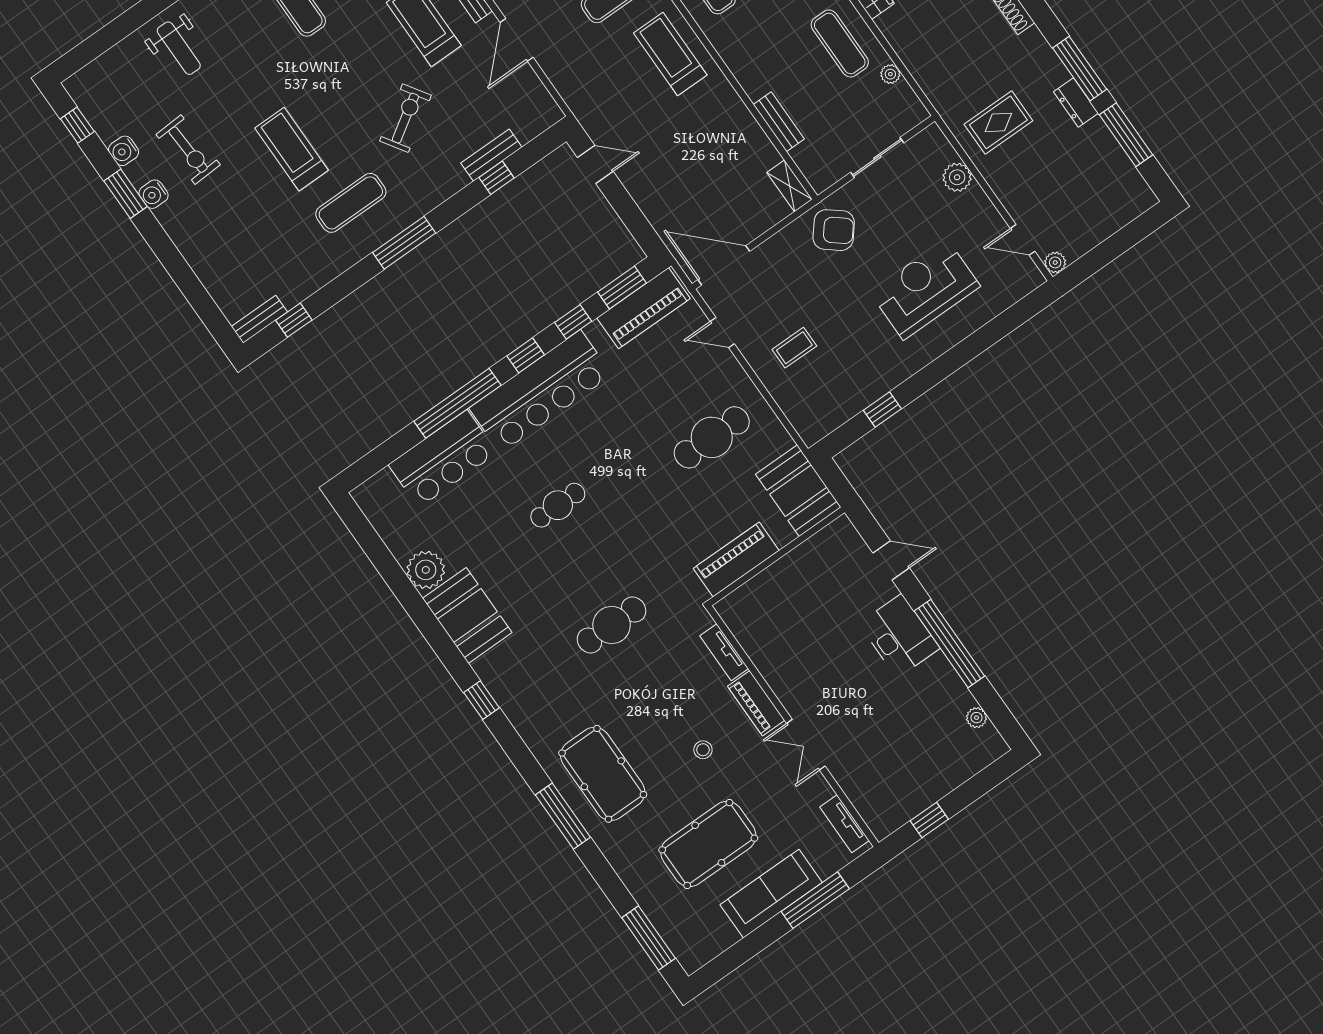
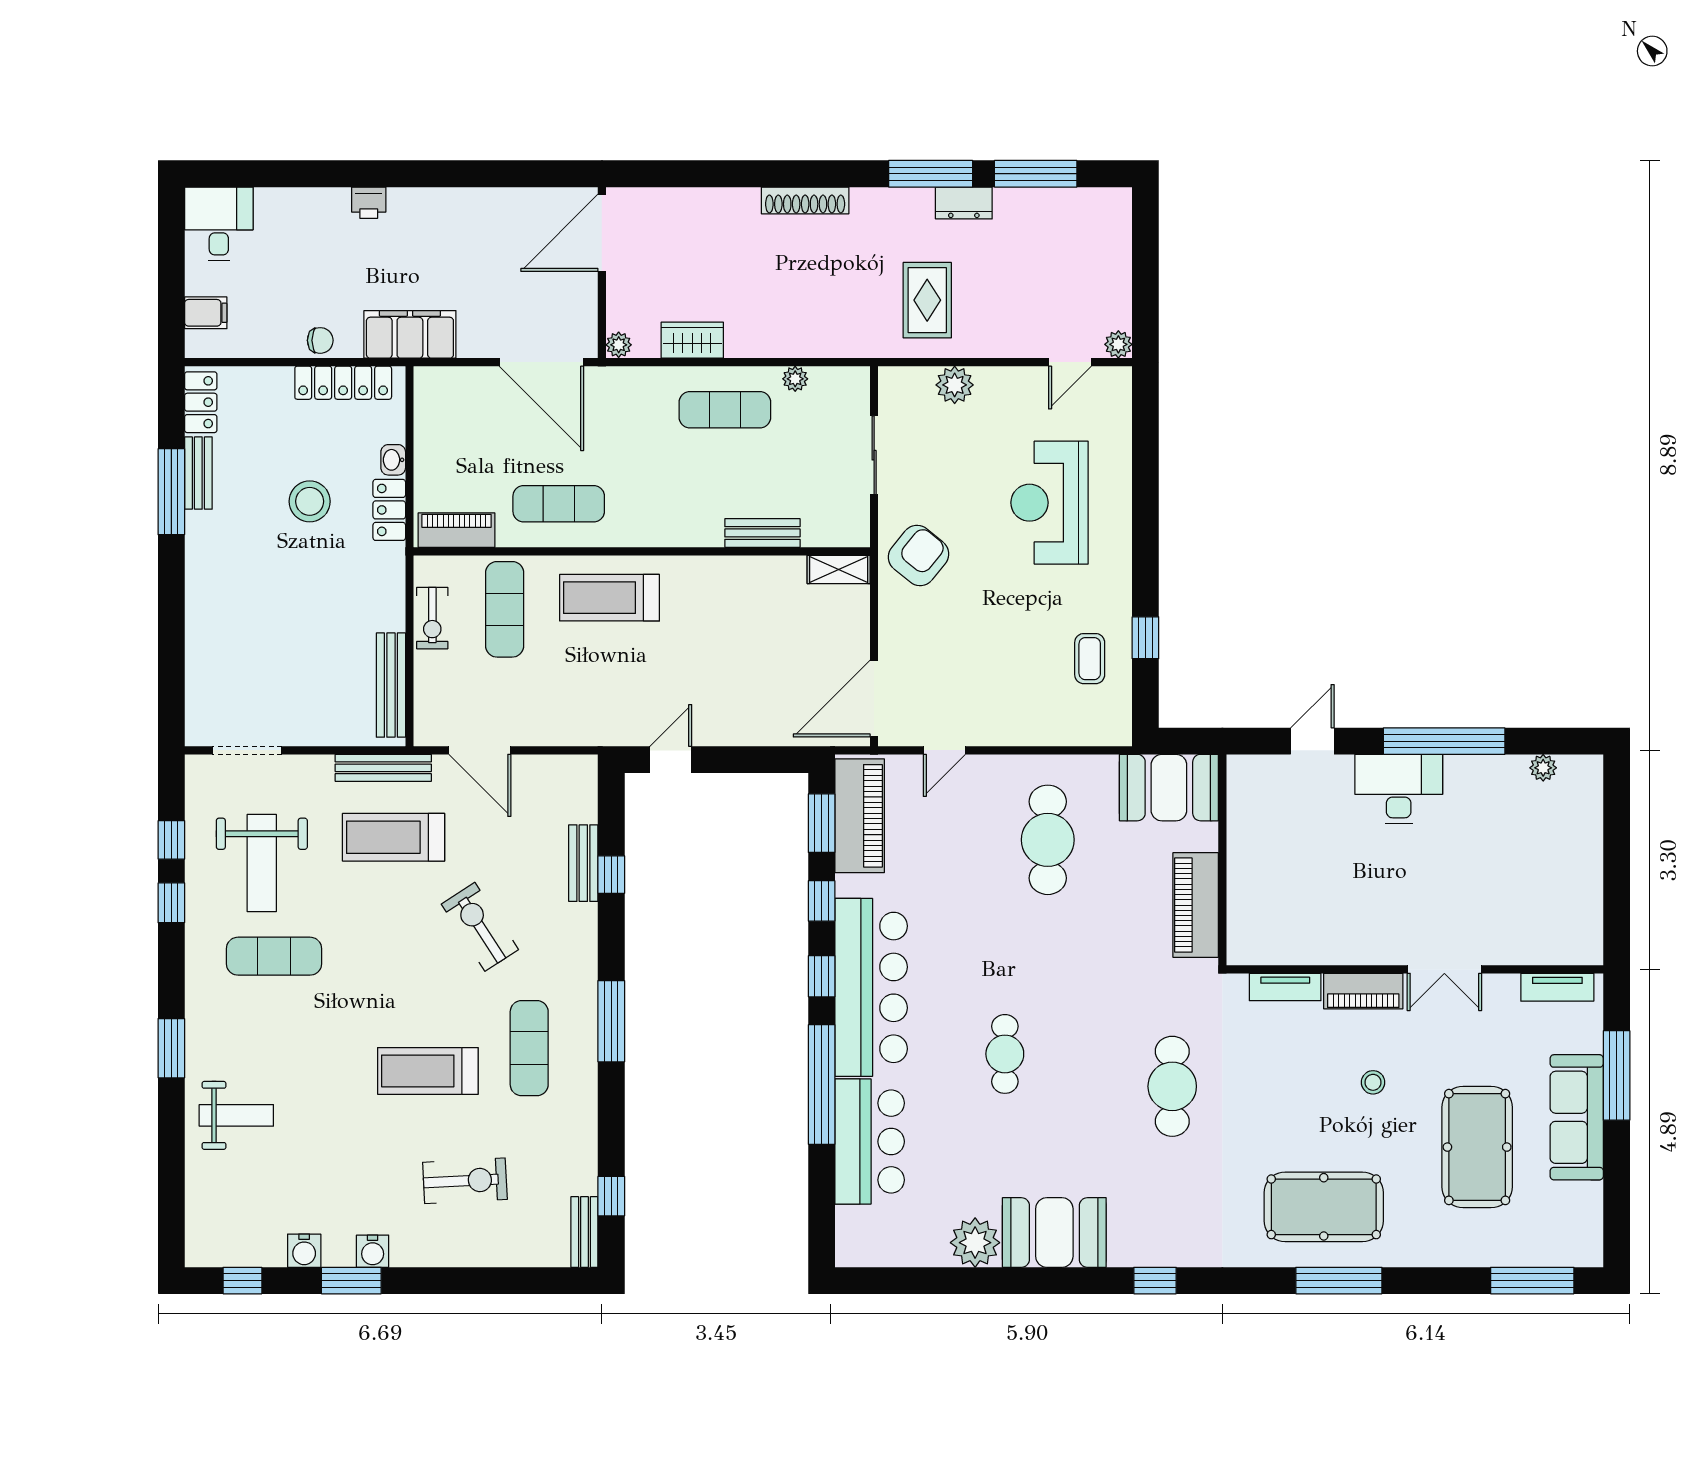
exercise bike: (188, 150) -> (465, 1181), moved
coffee table: (794, 348) -> (1090, 659), moved
window: (929, 820) -> (1617, 894), removed

